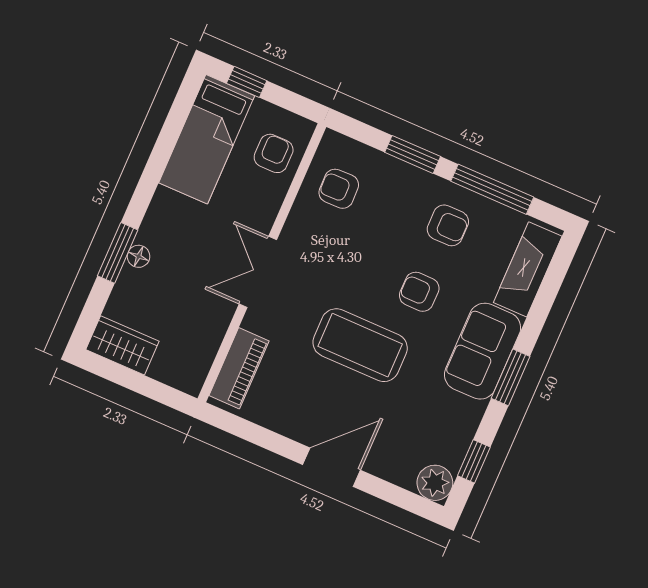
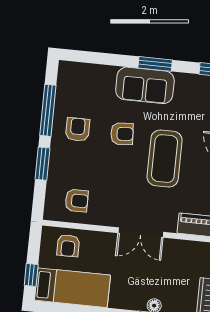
armchair: (274, 153) -> (68, 246), turned -90
armchair: (339, 189) -> (77, 201), turned -89
fireplace: (528, 269) -> (88, 74), removed
armchair: (419, 292) -> (122, 134), turned -94

